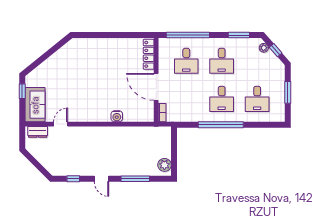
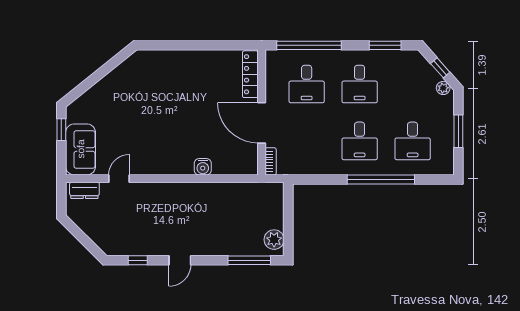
plant: (264, 48) -> (443, 88), moved
window: (221, 125) -> (381, 179), moved
door: (101, 179) -> (180, 260), hinge flipped
window: (135, 179) -> (249, 260), moved

